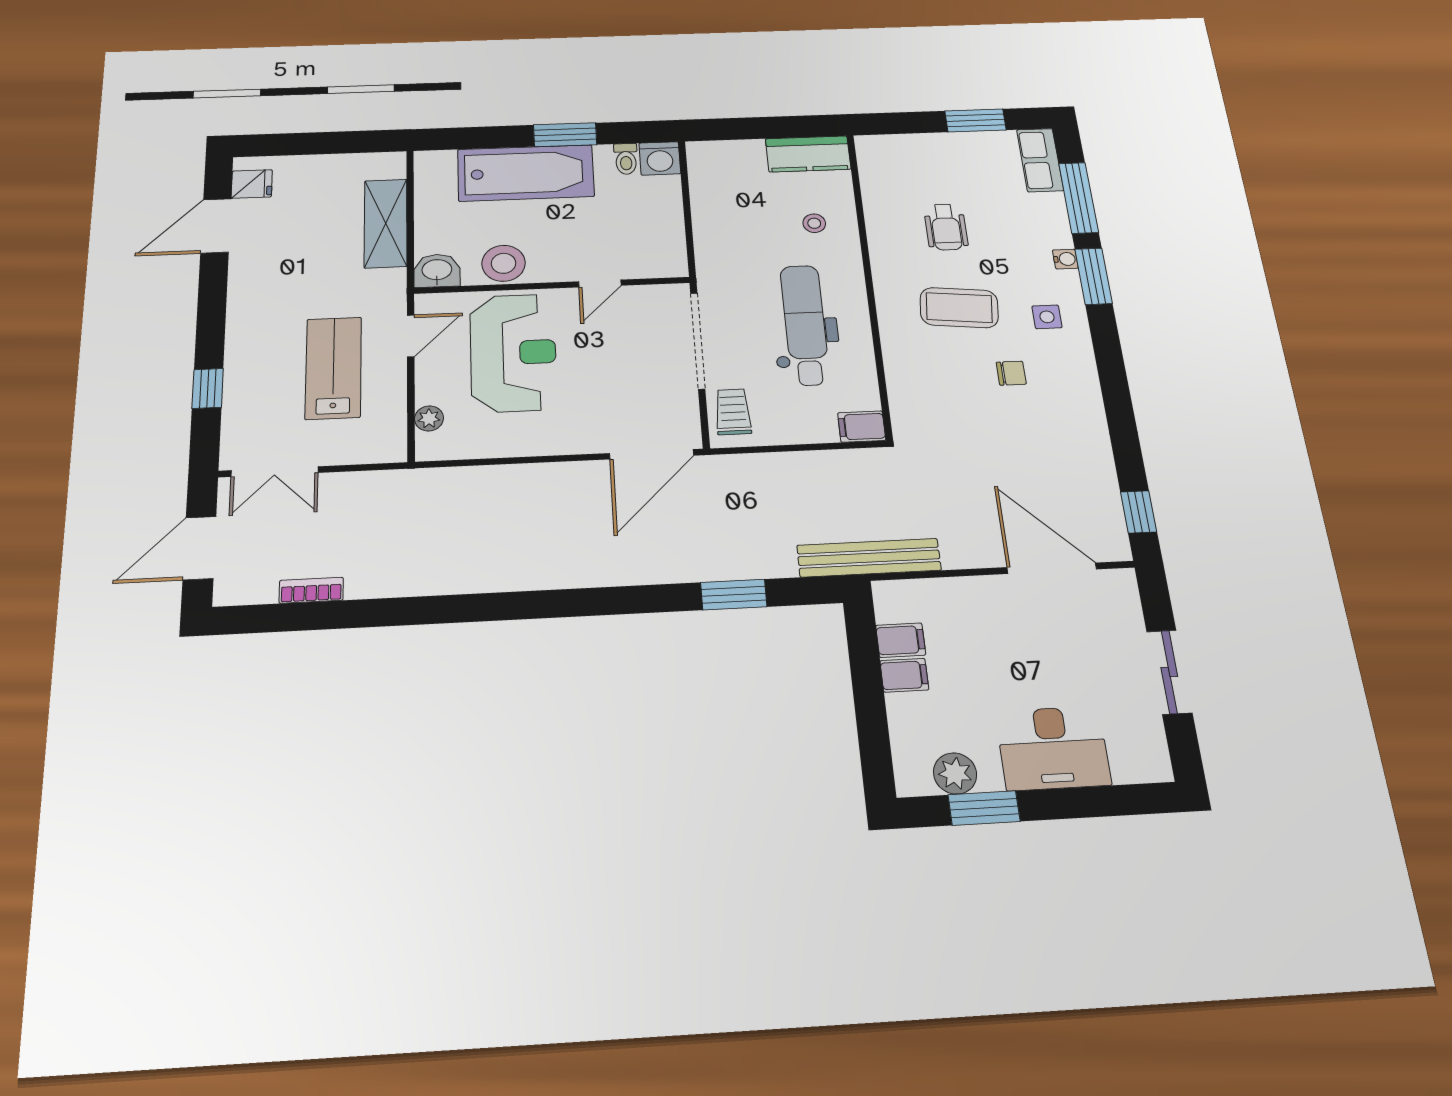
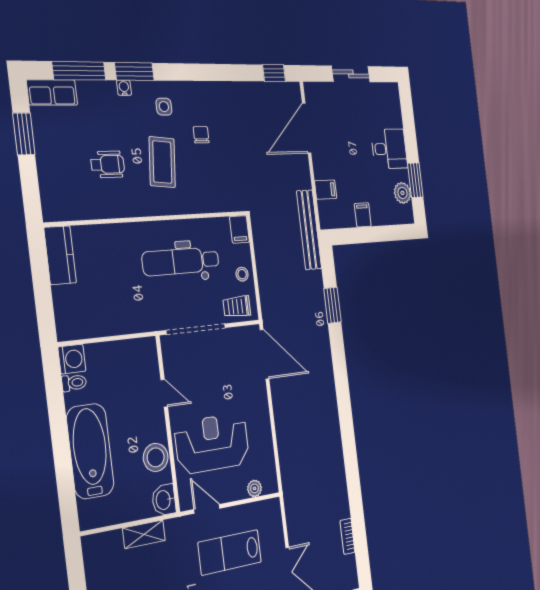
window: (565, 135) -> (59, 427), removed
shelving: (386, 223) -> (144, 534), width x0.67, depth x0.75
stool: (814, 223) -> (242, 274), moved
filing cabinet: (901, 640) -> (326, 190), moved, turned 90
desk: (1053, 748) -> (389, 149), width x0.73

